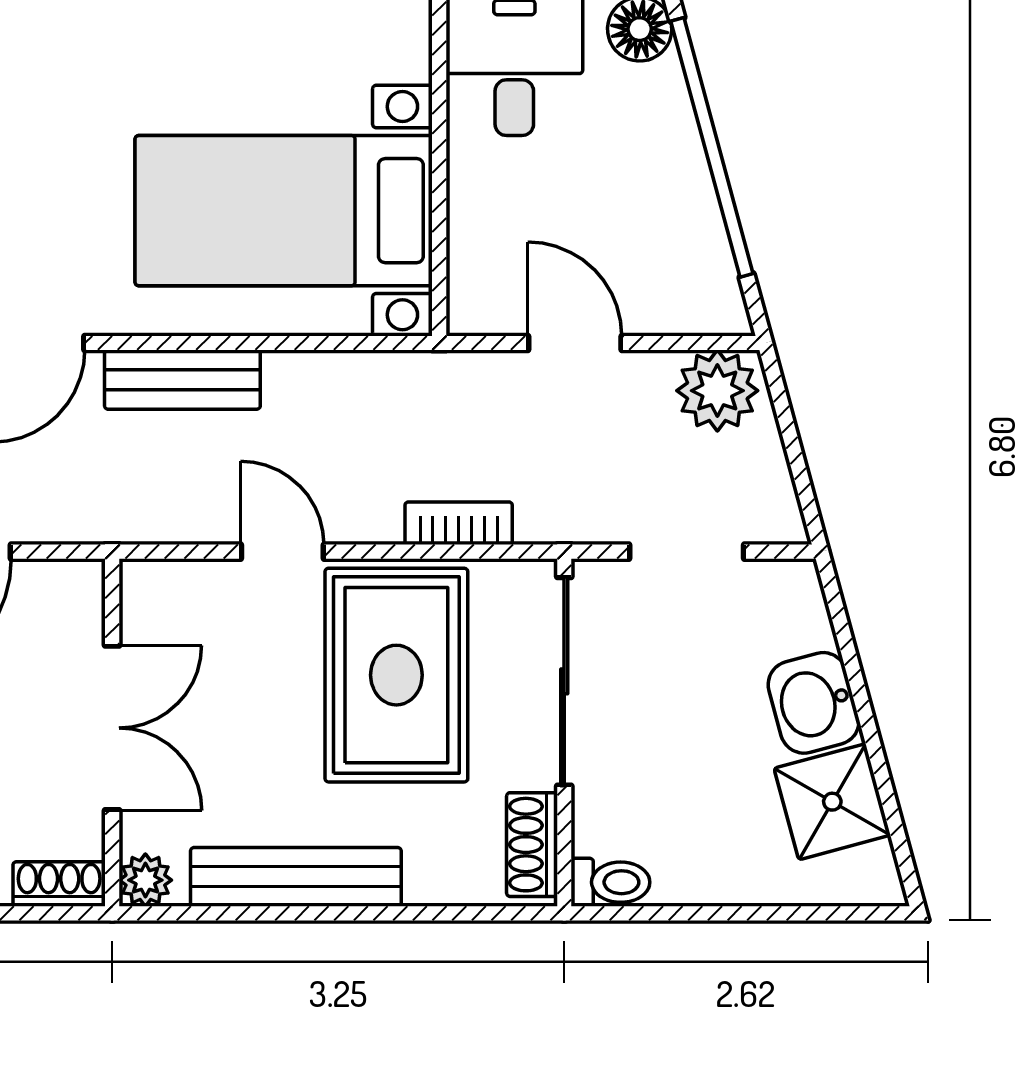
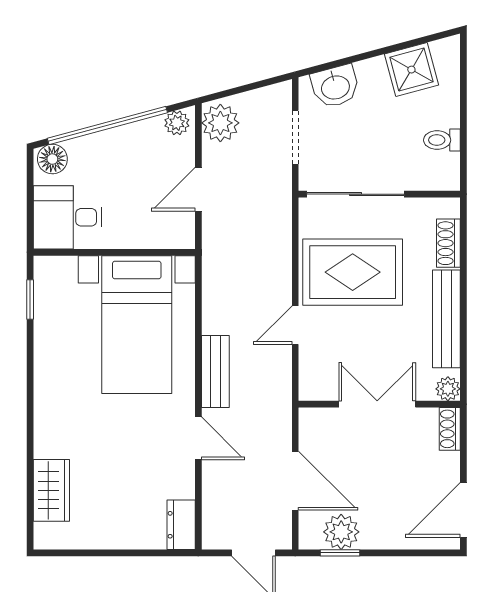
plant: (717, 297) -> (177, 123), added
bookcase: (459, 523) -> (282, 243), removed
washbasin: (814, 703) -> (335, 86), moved
shoe rack: (532, 845) -> (448, 243), moved, turned 90
toilet: (610, 882) -> (442, 140), moved, turned -90

